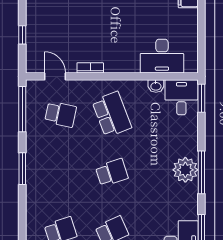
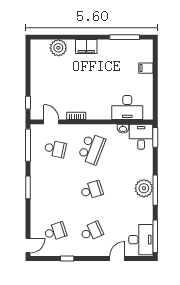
window: (22, 35) -> (28, 103), moved
school desk: (112, 114) -> (92, 149), turned 42

